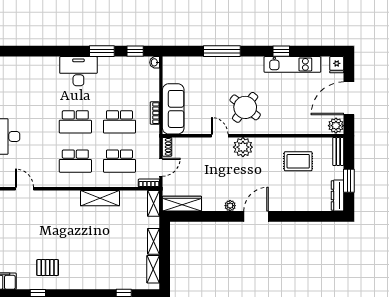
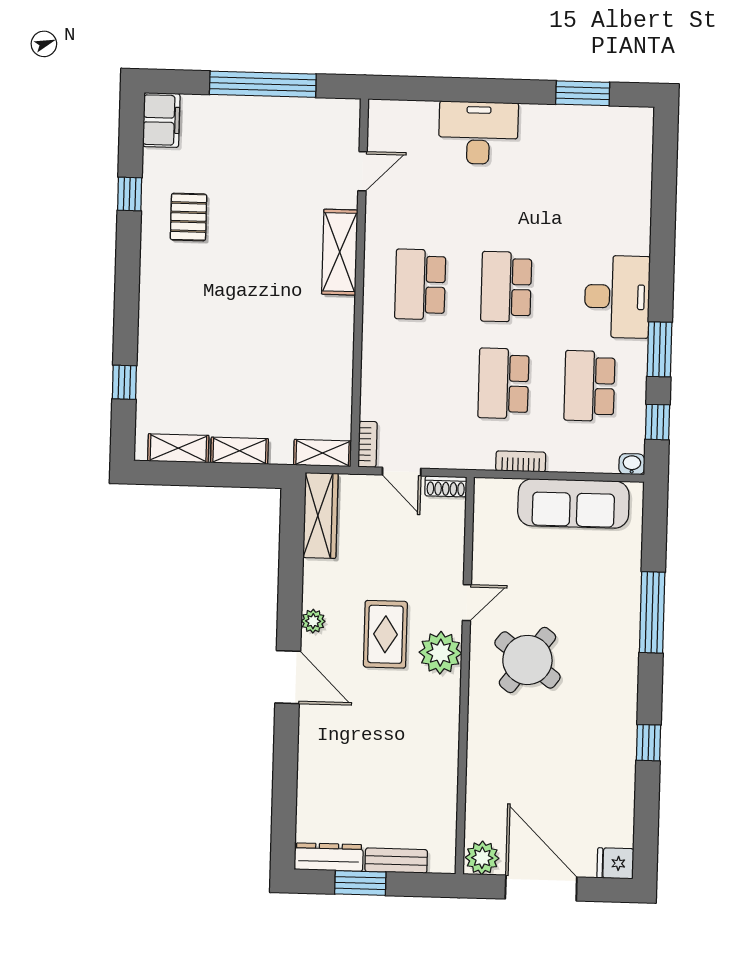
kitchen unit: (292, 64) -> (619, 766), removed
sofa: (173, 109) -> (573, 503), moved
bench: (338, 151) -> (396, 861), moved
school desk: (119, 161) -> (589, 386), moved
rug: (298, 161) -> (385, 634), moved
shelving: (100, 198) -> (340, 252), moved

